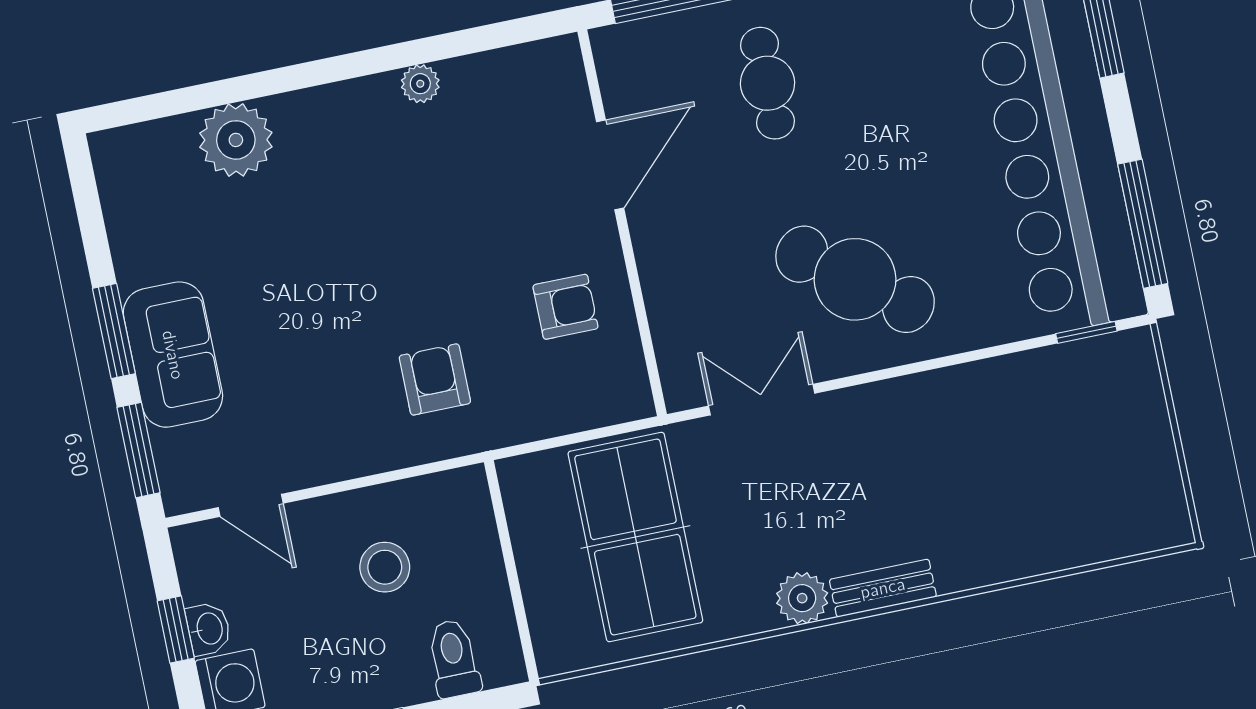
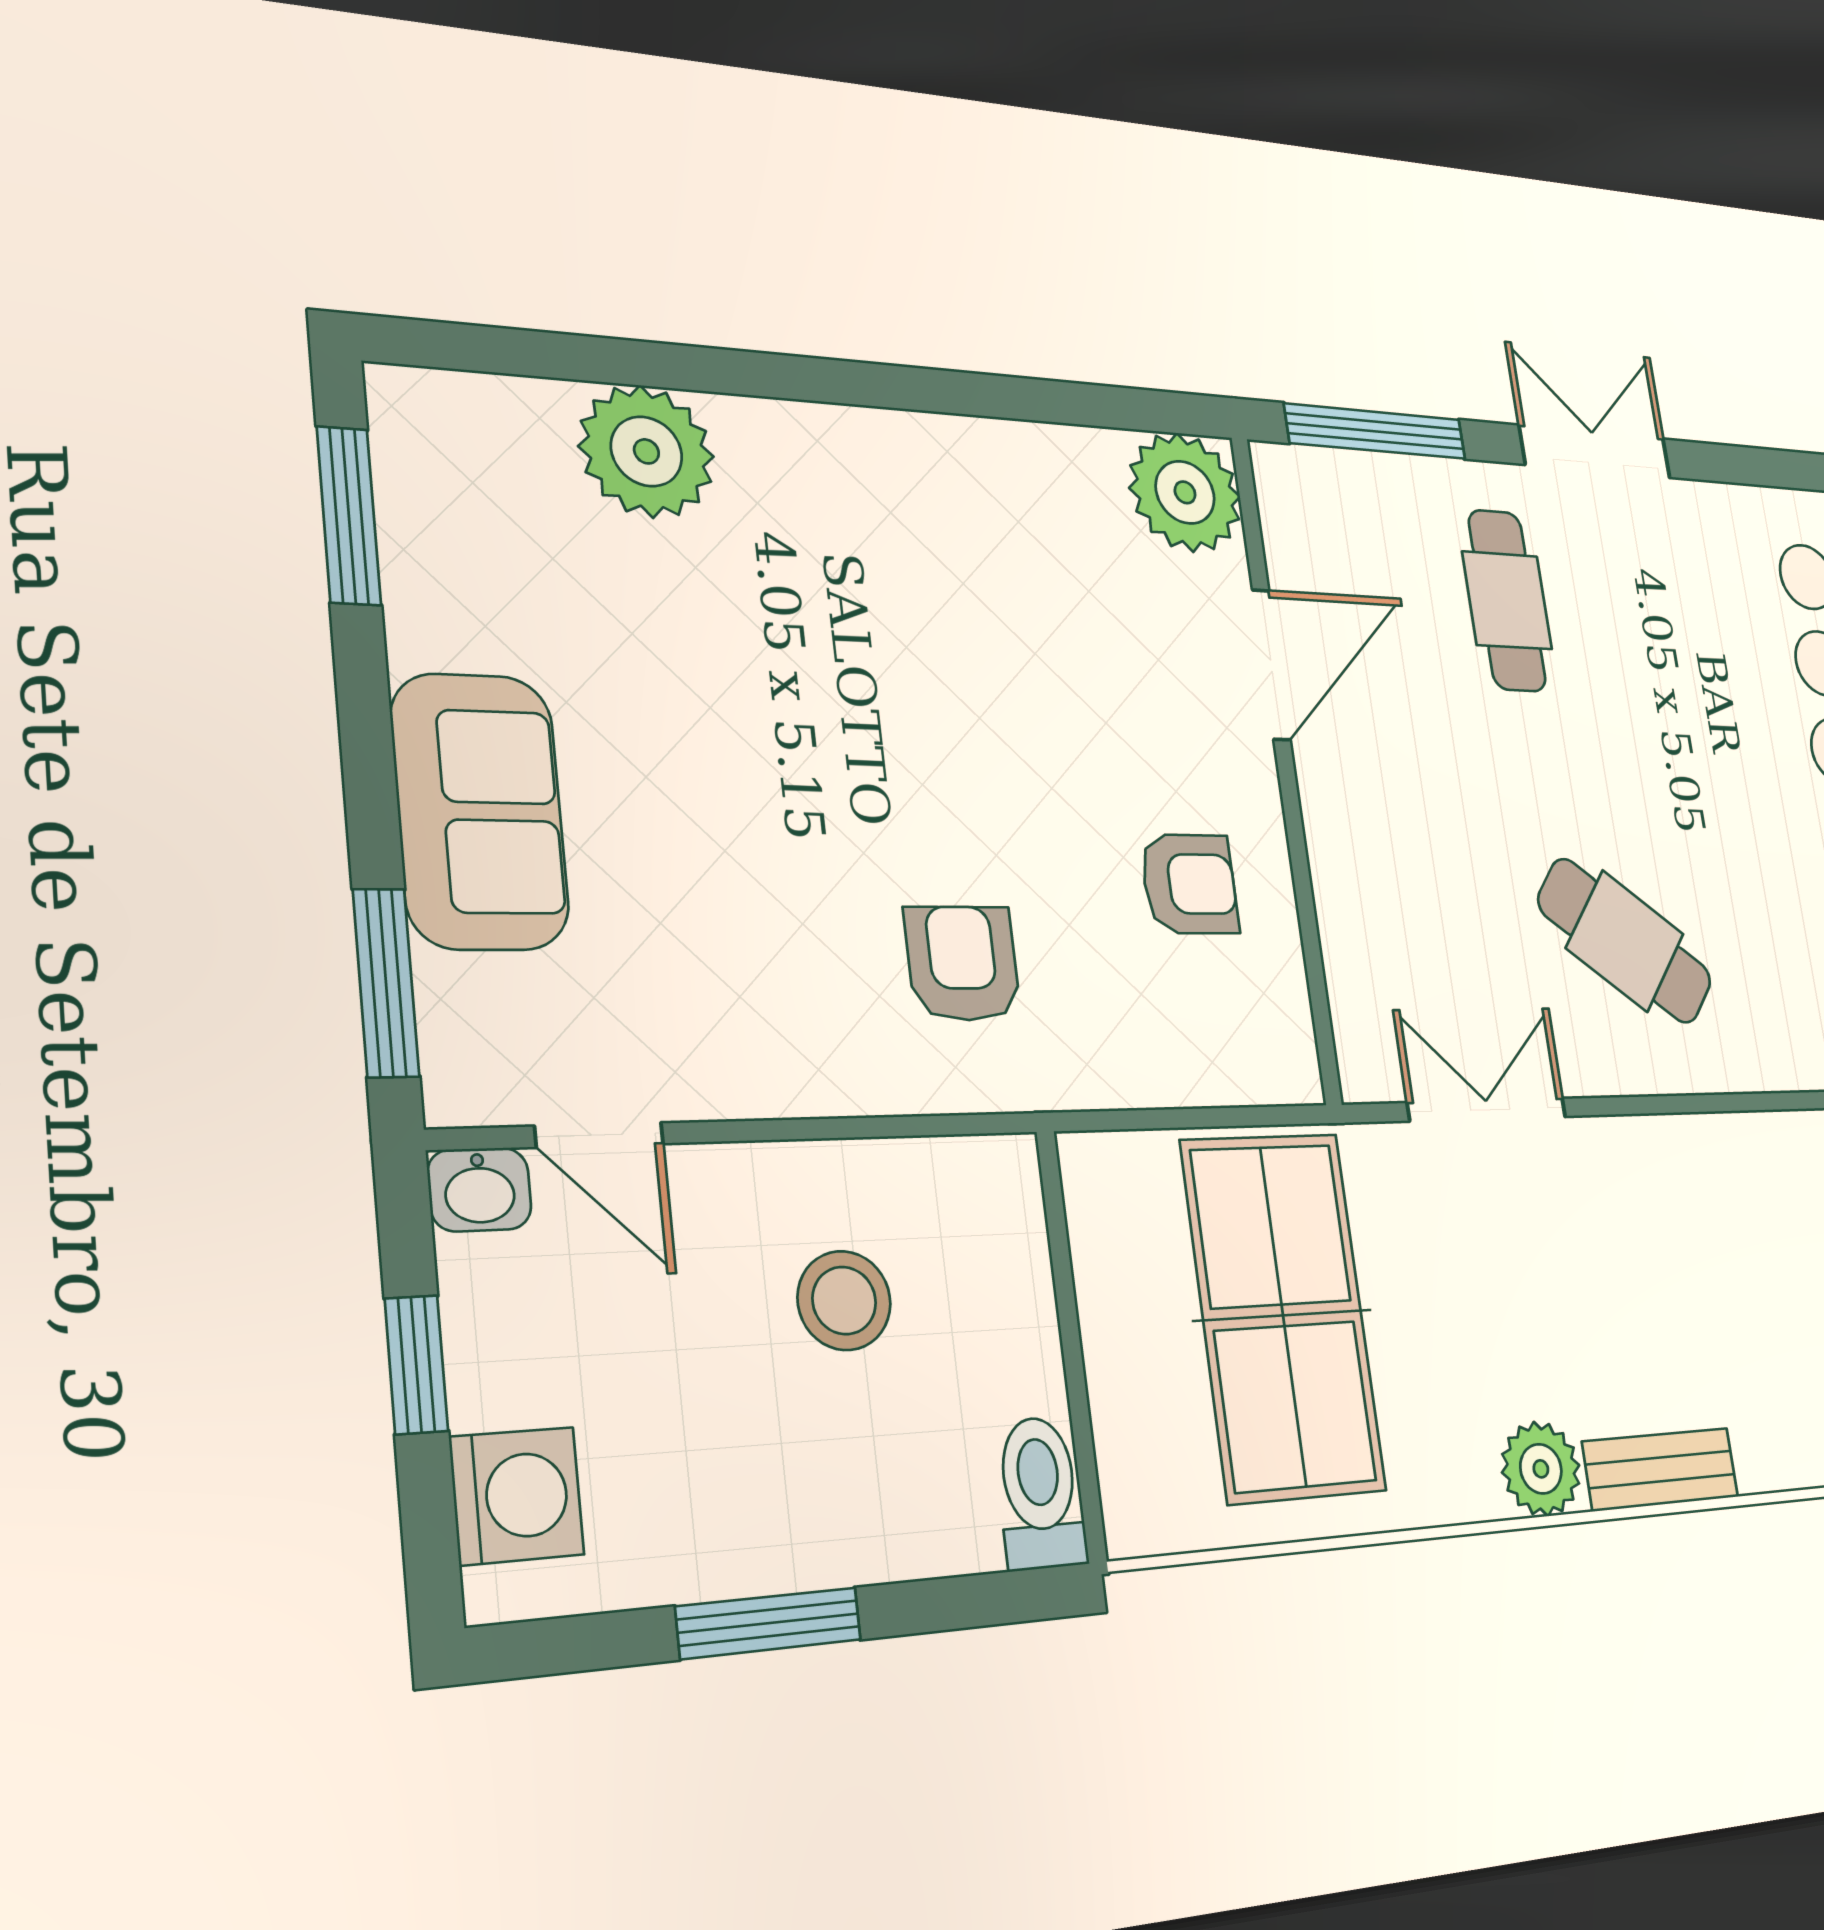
plant: (420, 84) -> (1185, 492), moved, width x1.87, depth x1.87
cafe table: (855, 279) -> (1625, 941), width x0.73, depth x0.74
window: (114, 331) -> (349, 516), moved
washbasin: (208, 629) -> (480, 1190), moved, turned 90
toilet: (454, 658) -> (1040, 1493), moved

